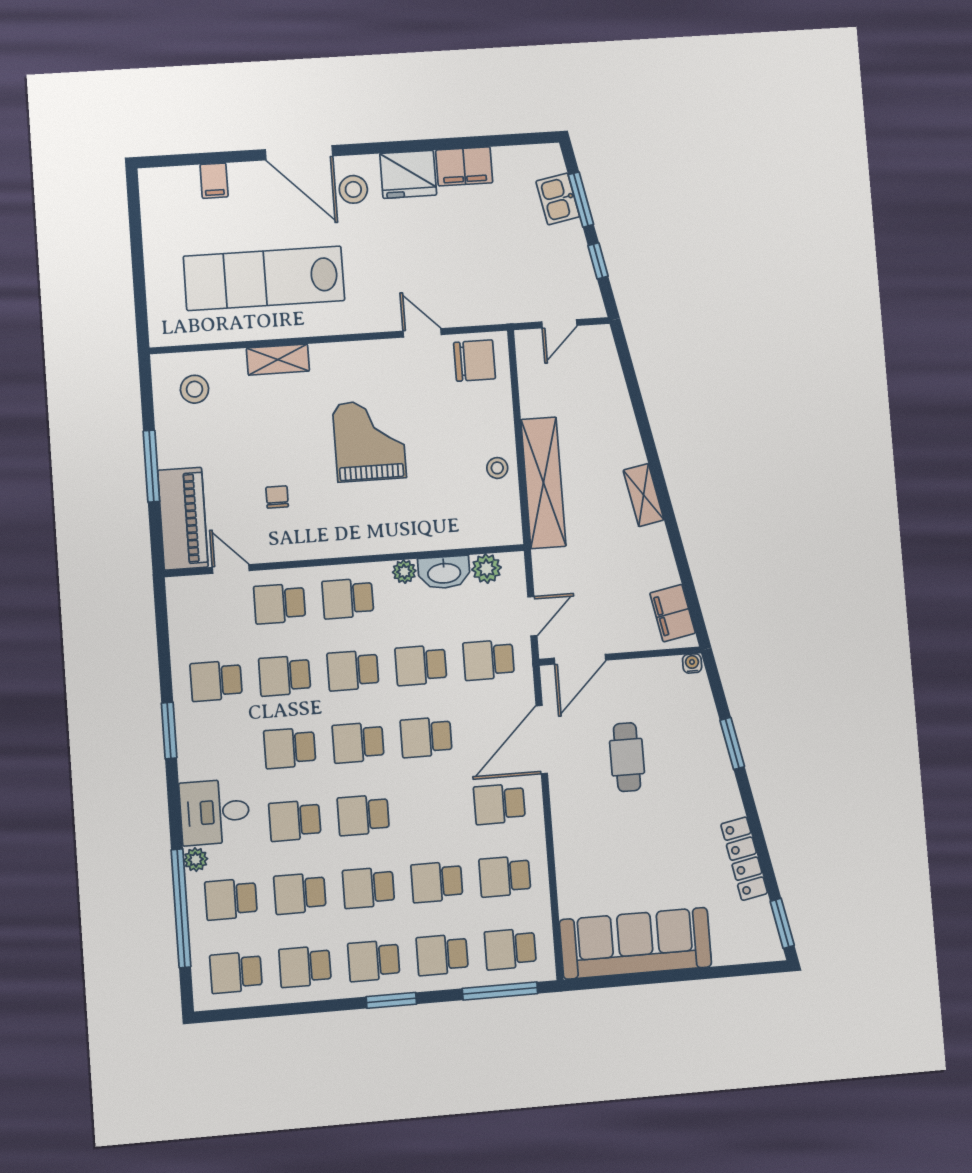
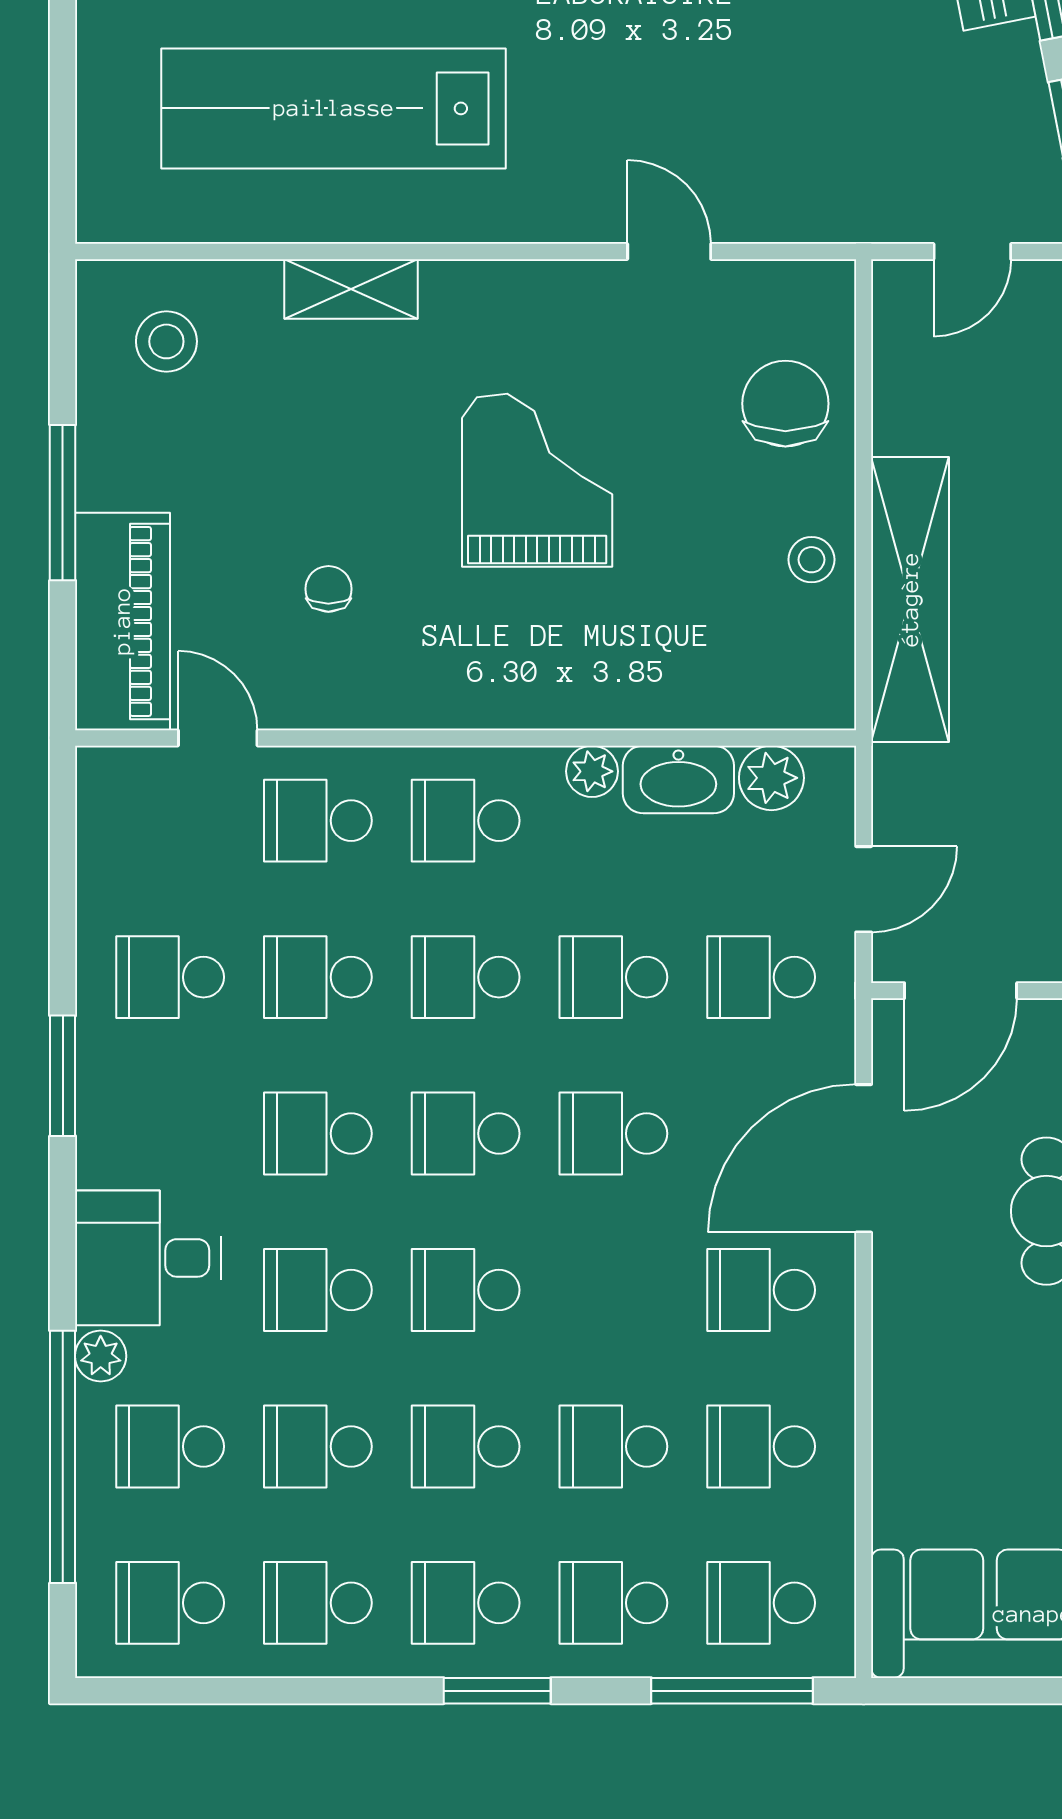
chair: (475, 361) -> (785, 404), moved, turned -90

